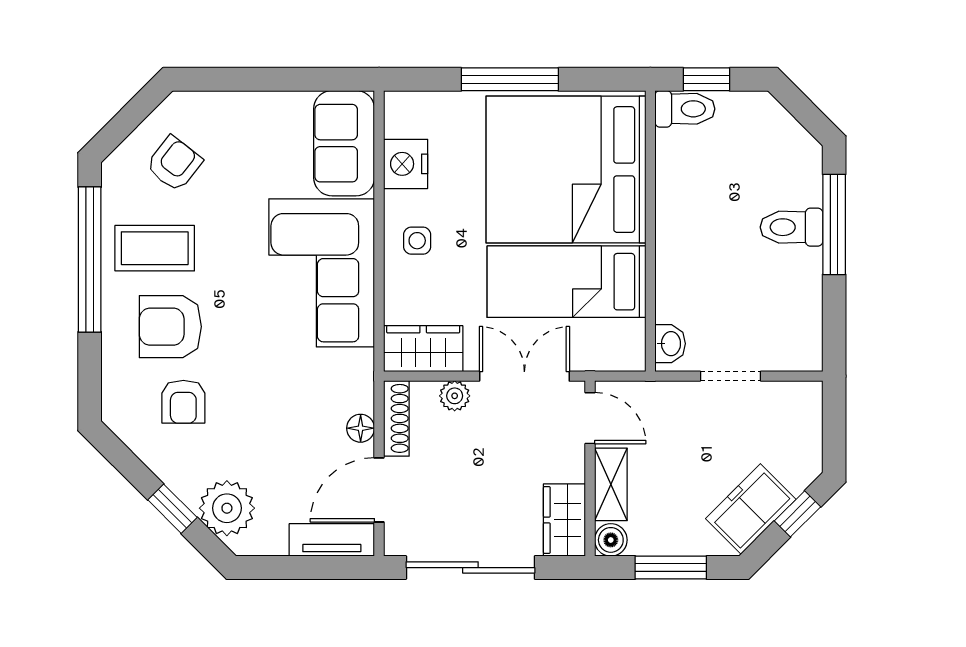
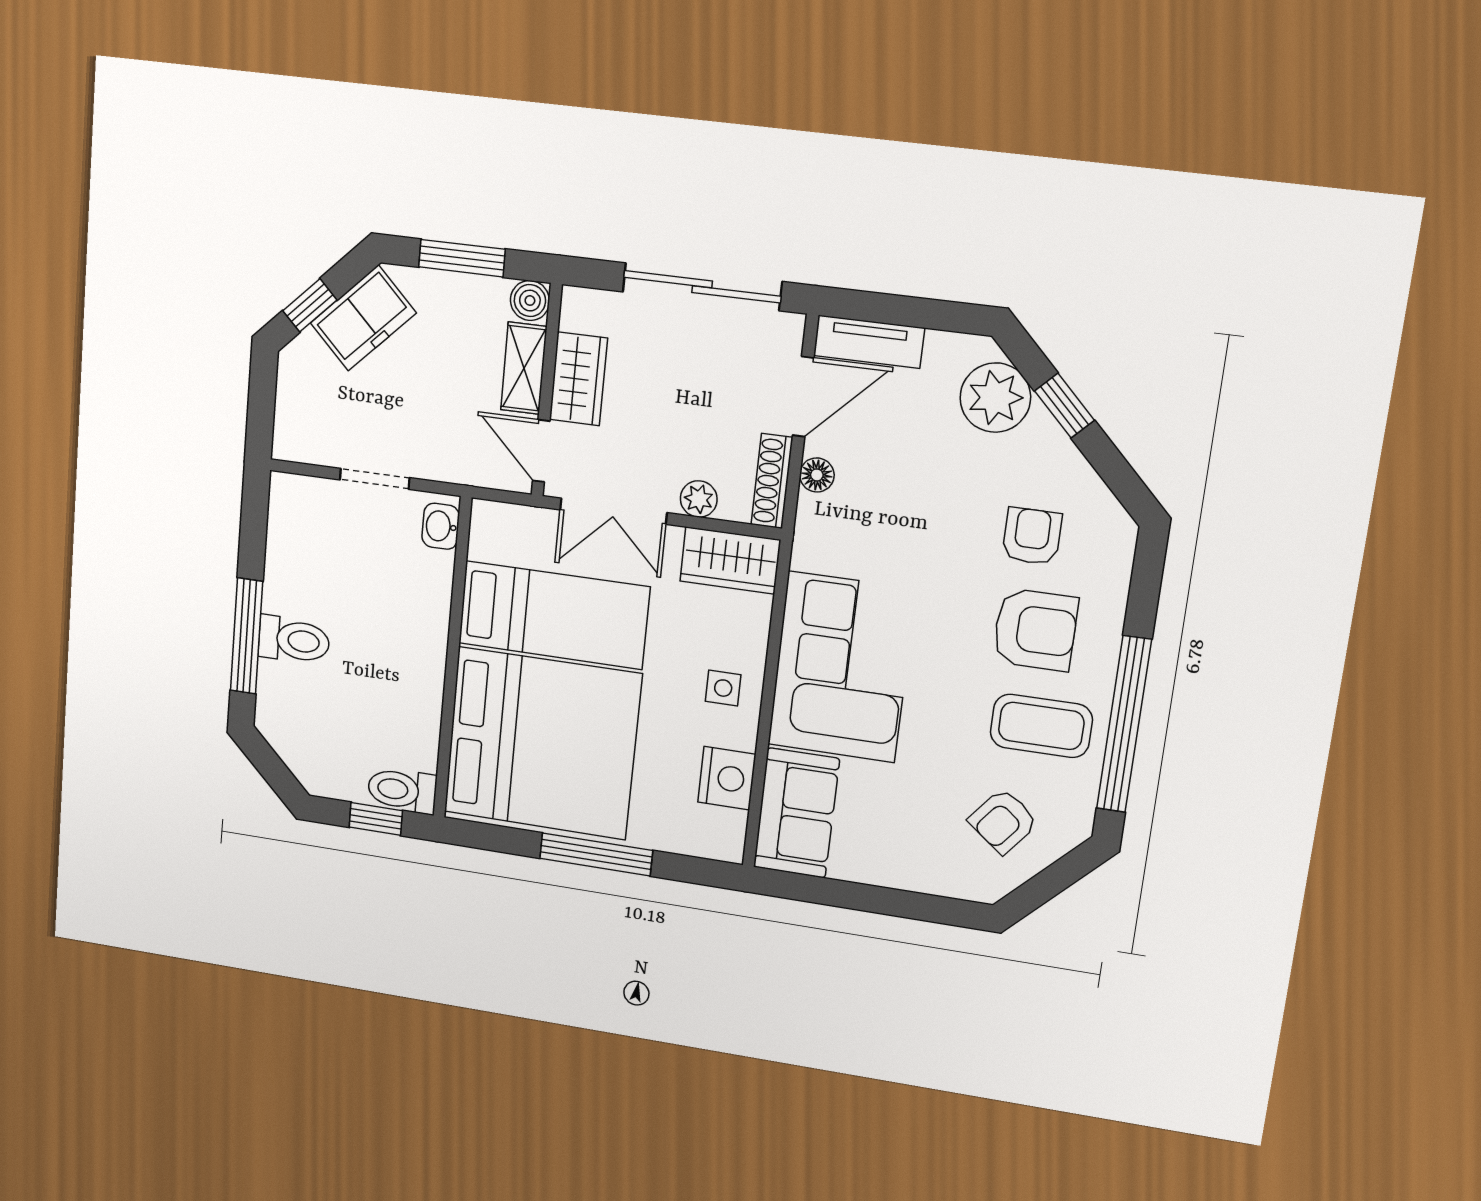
wardrobe: (564, 520) -> (578, 379), moved

